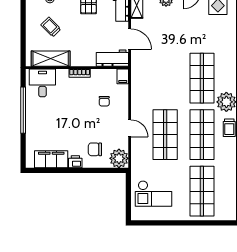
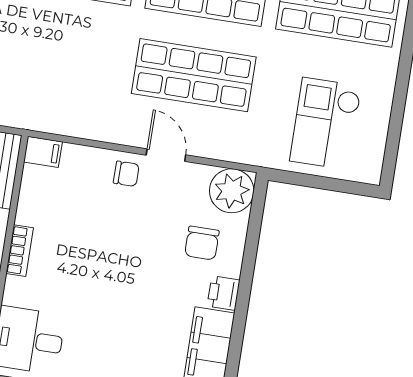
chair: (104, 101) -> (126, 174), moved
door: (130, 128) -> (166, 155), hinge flipped
checkout: (154, 193) -> (326, 124), turned 180

